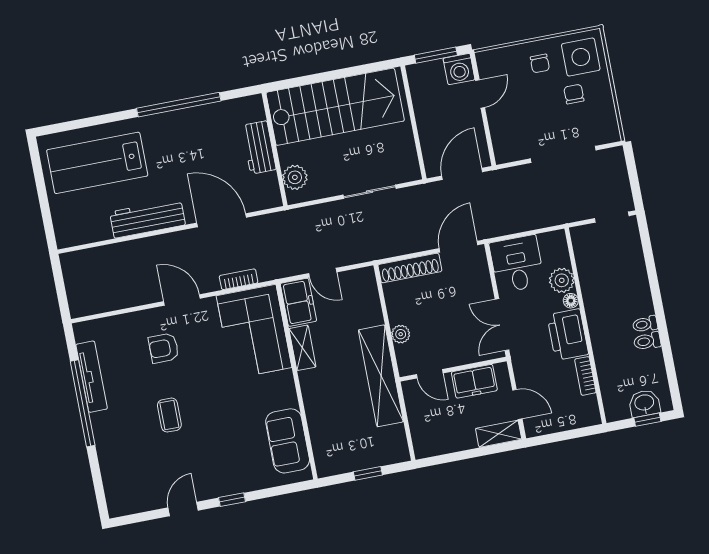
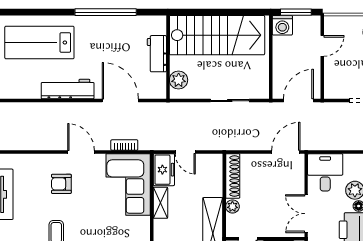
washing machine: (459, 69) -> (282, 25), moved
shoe rack: (410, 268) -> (233, 176), moved, turned -90

